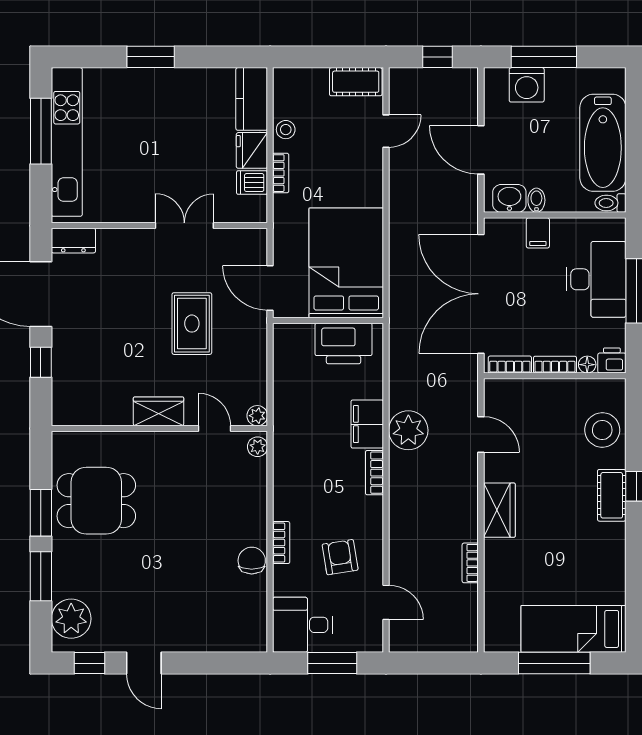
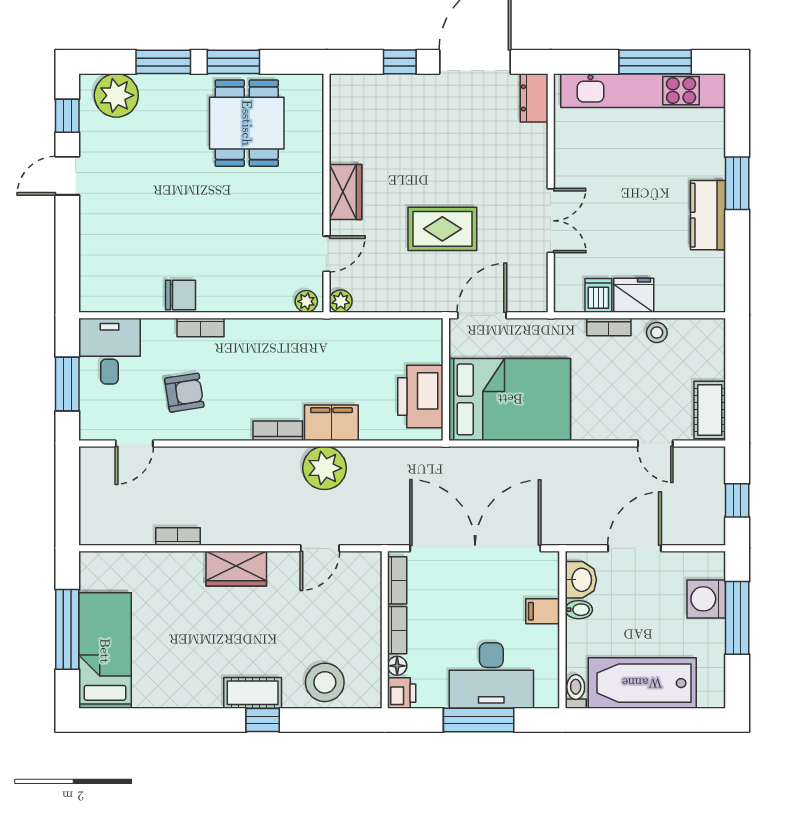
kitchen counter: (252, 99) -> (708, 215), moved, turned -90

